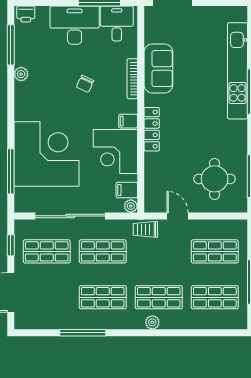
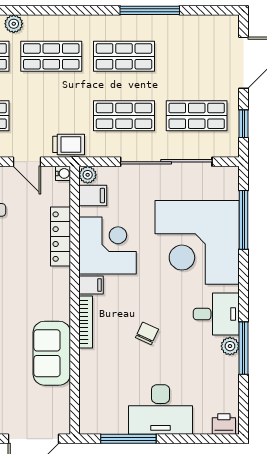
desk: (117, 24) -> (216, 314), moved, turned -90
window: (11, 45) -> (243, 348), moved
bookcase: (132, 79) -> (86, 322), moved
locker: (152, 129) -> (61, 237), moved
water cooler: (150, 207) -> (63, 173), added
plant: (152, 322) -> (14, 24), moved

